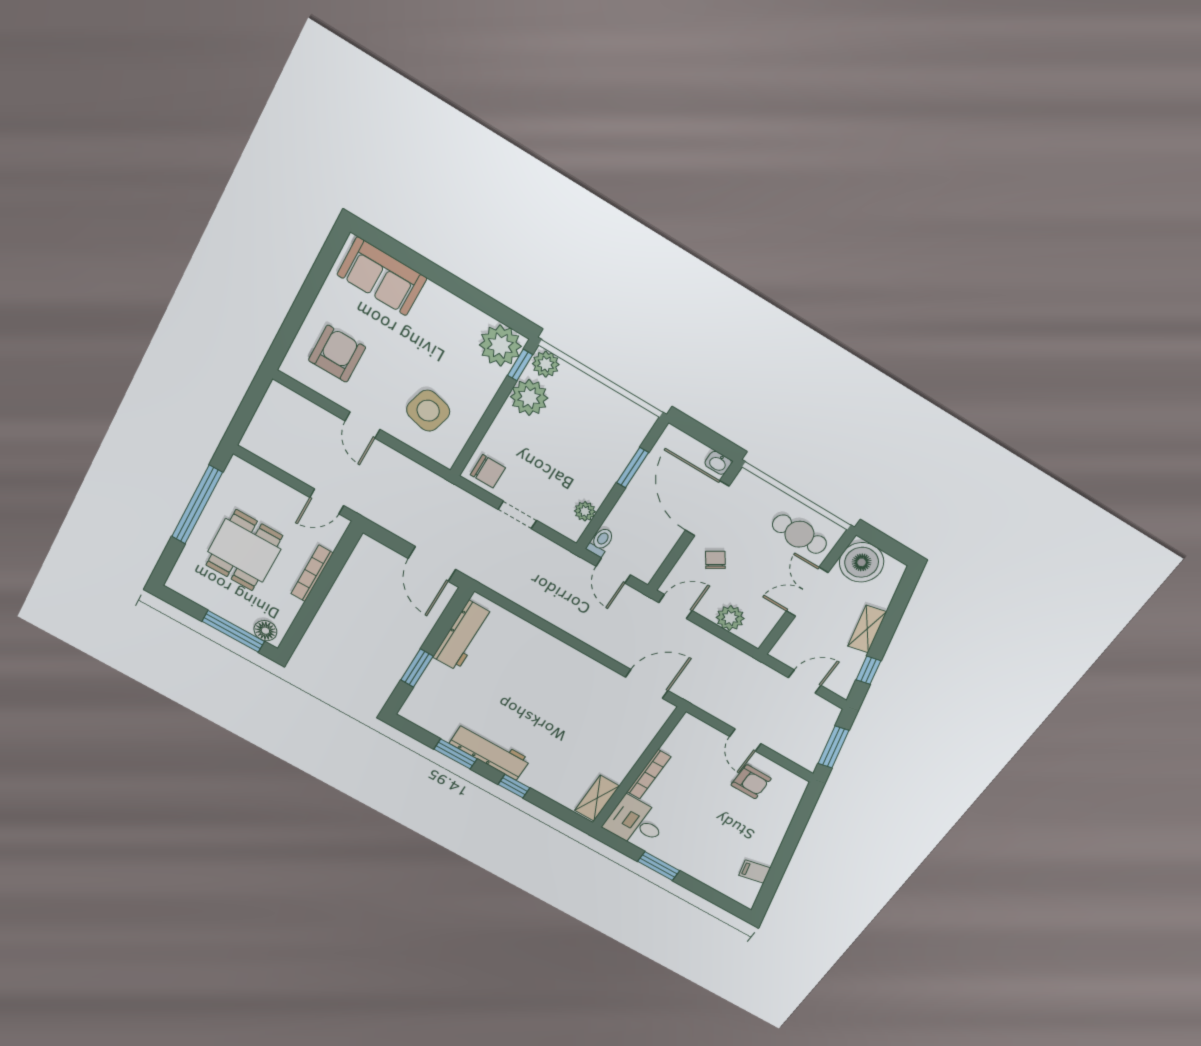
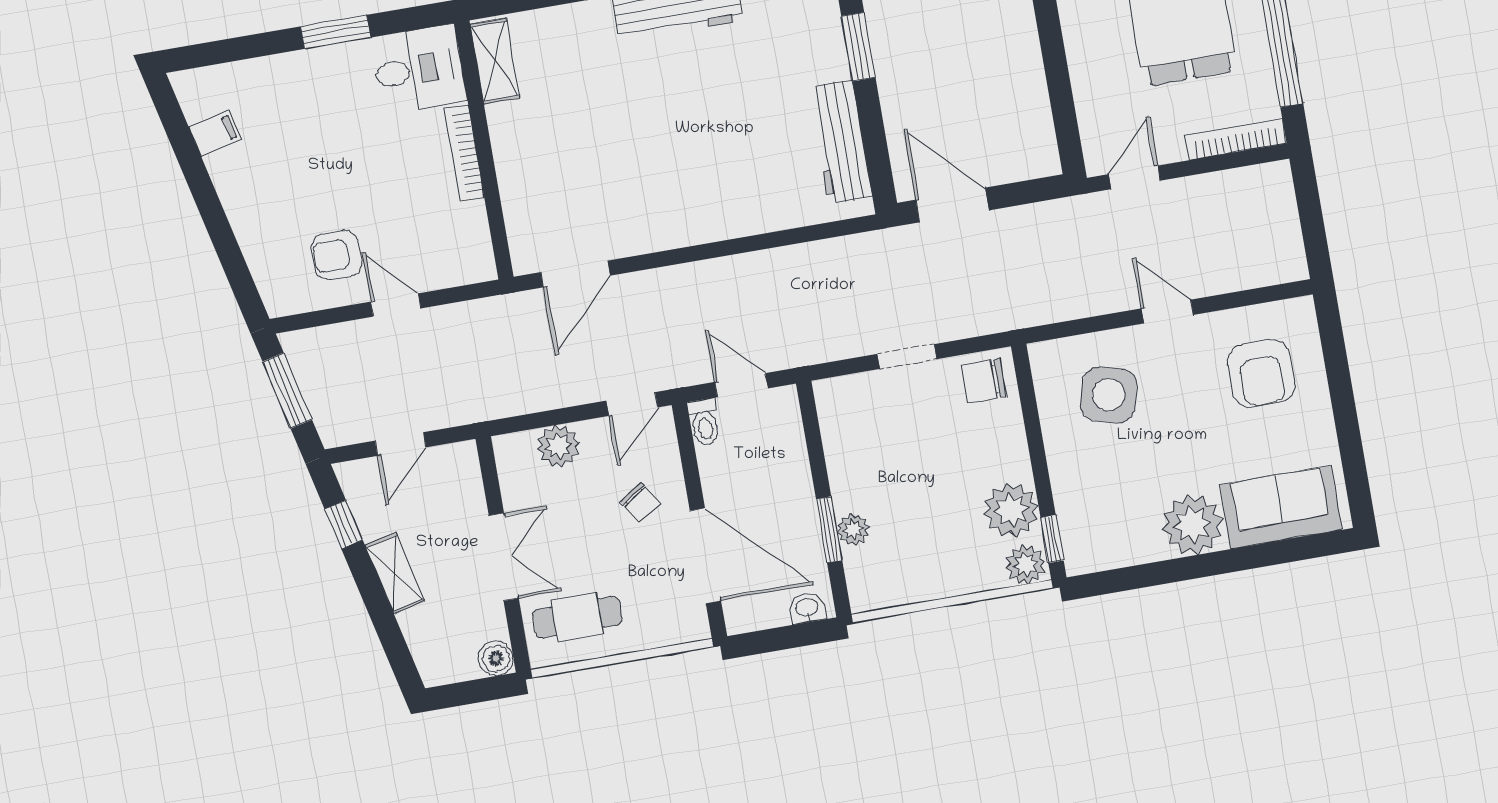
plant: (500, 346) -> (1192, 525), moved
washbasin: (718, 463) -> (807, 608), moved
plant: (585, 511) -> (853, 529), moved
toilet: (601, 542) -> (704, 422), moved
boiler: (862, 562) -> (496, 658), width x0.54, depth x0.54
bookcase: (312, 573) -> (1236, 139), moved, turned -90

